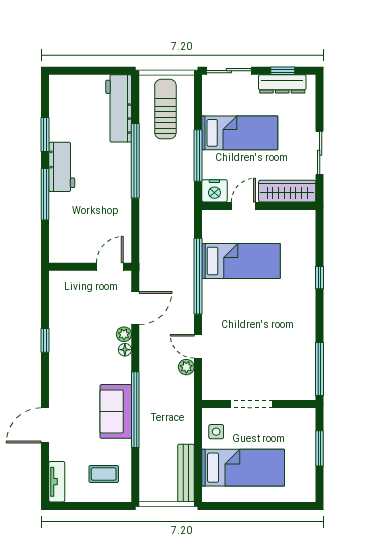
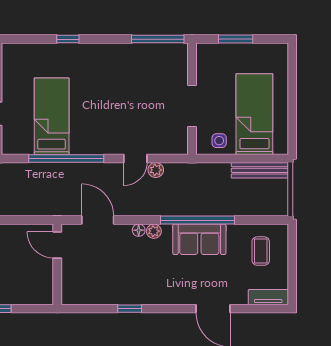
plant: (124, 334) -> (154, 231), moved

